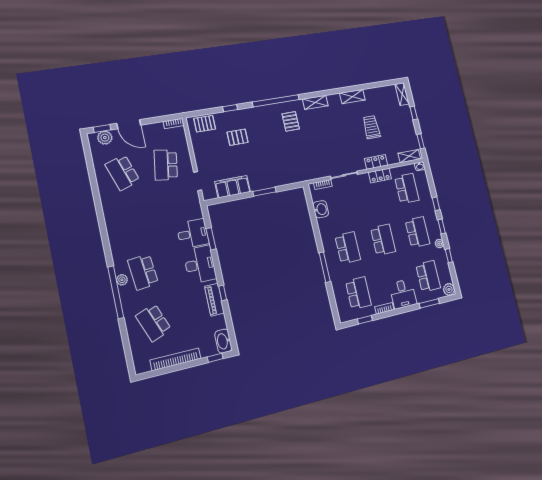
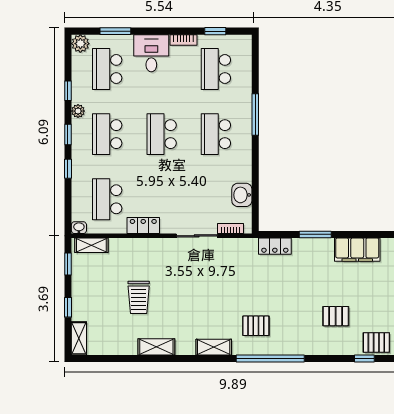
window: (230, 108) -> (364, 358), moved
pallet: (291, 121) -> (256, 326), turned 90
locker: (376, 162) -> (275, 246), moved

